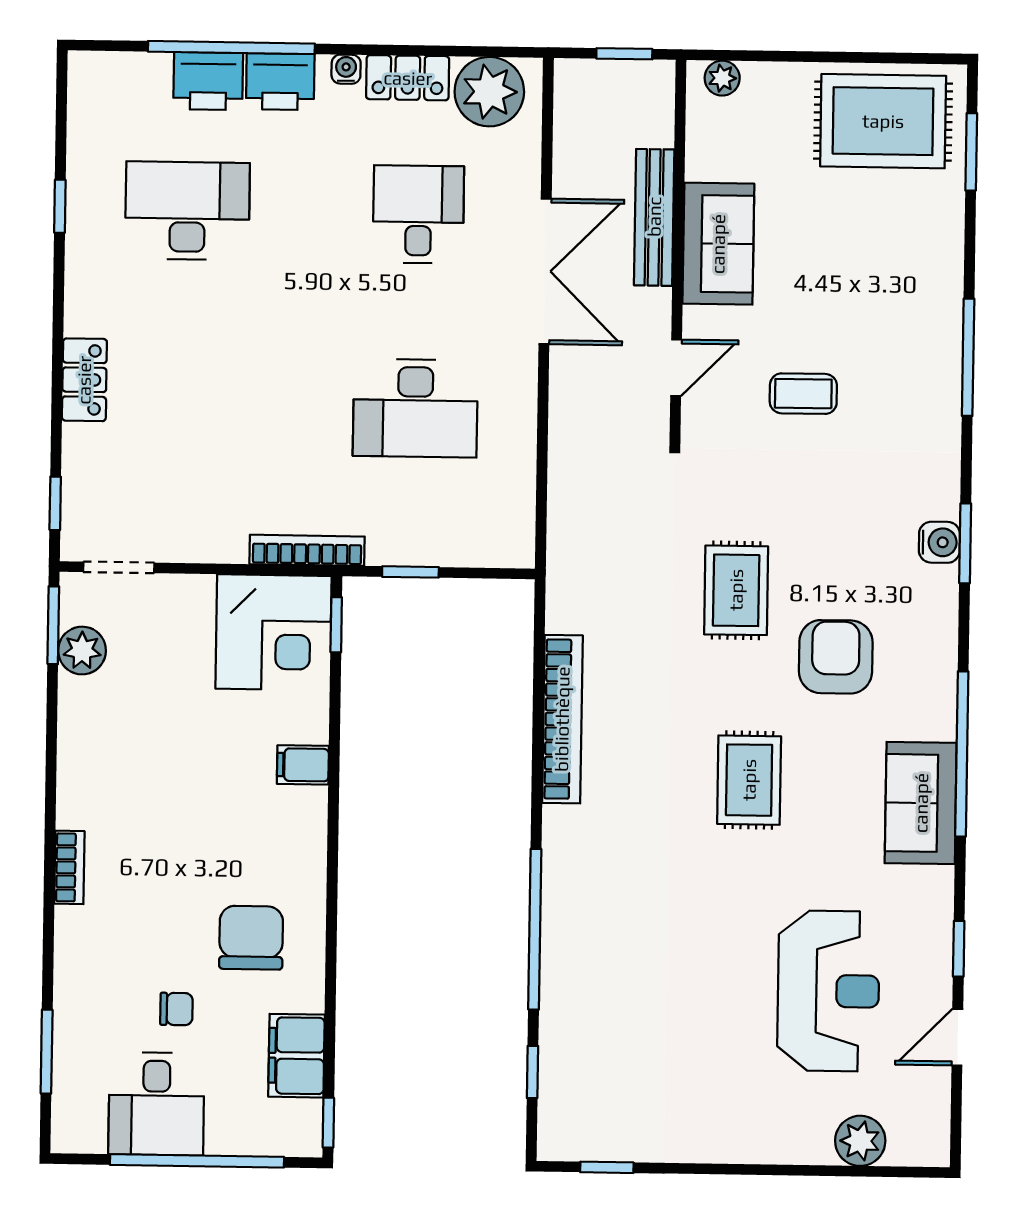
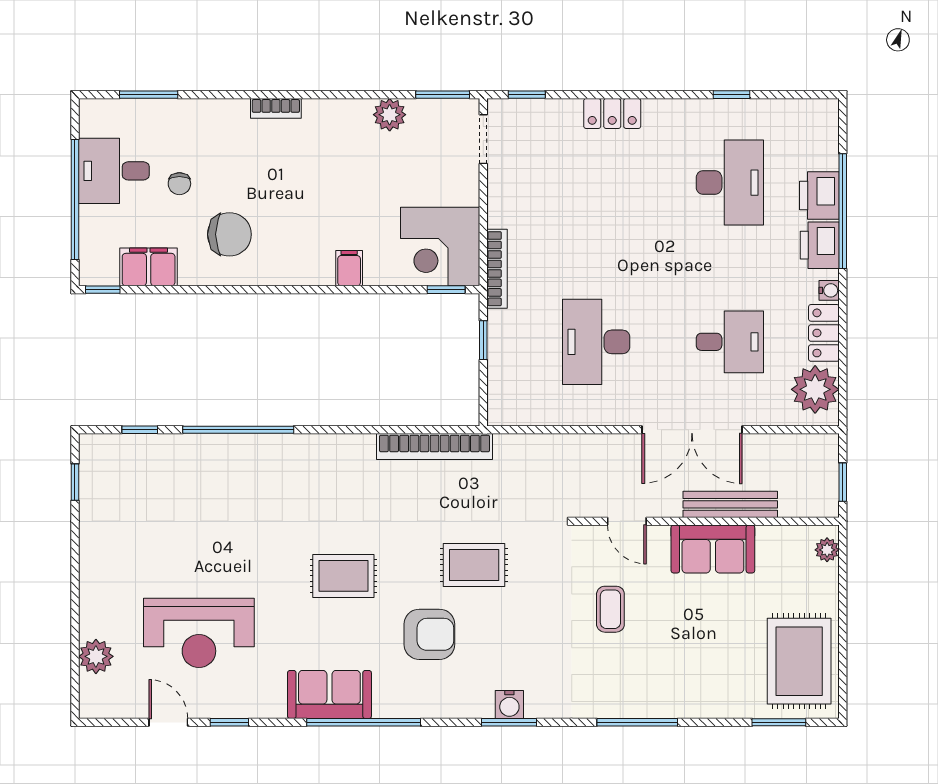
plant: (82, 651) -> (390, 115), moved
bookcase: (562, 719) -> (434, 447), moved

